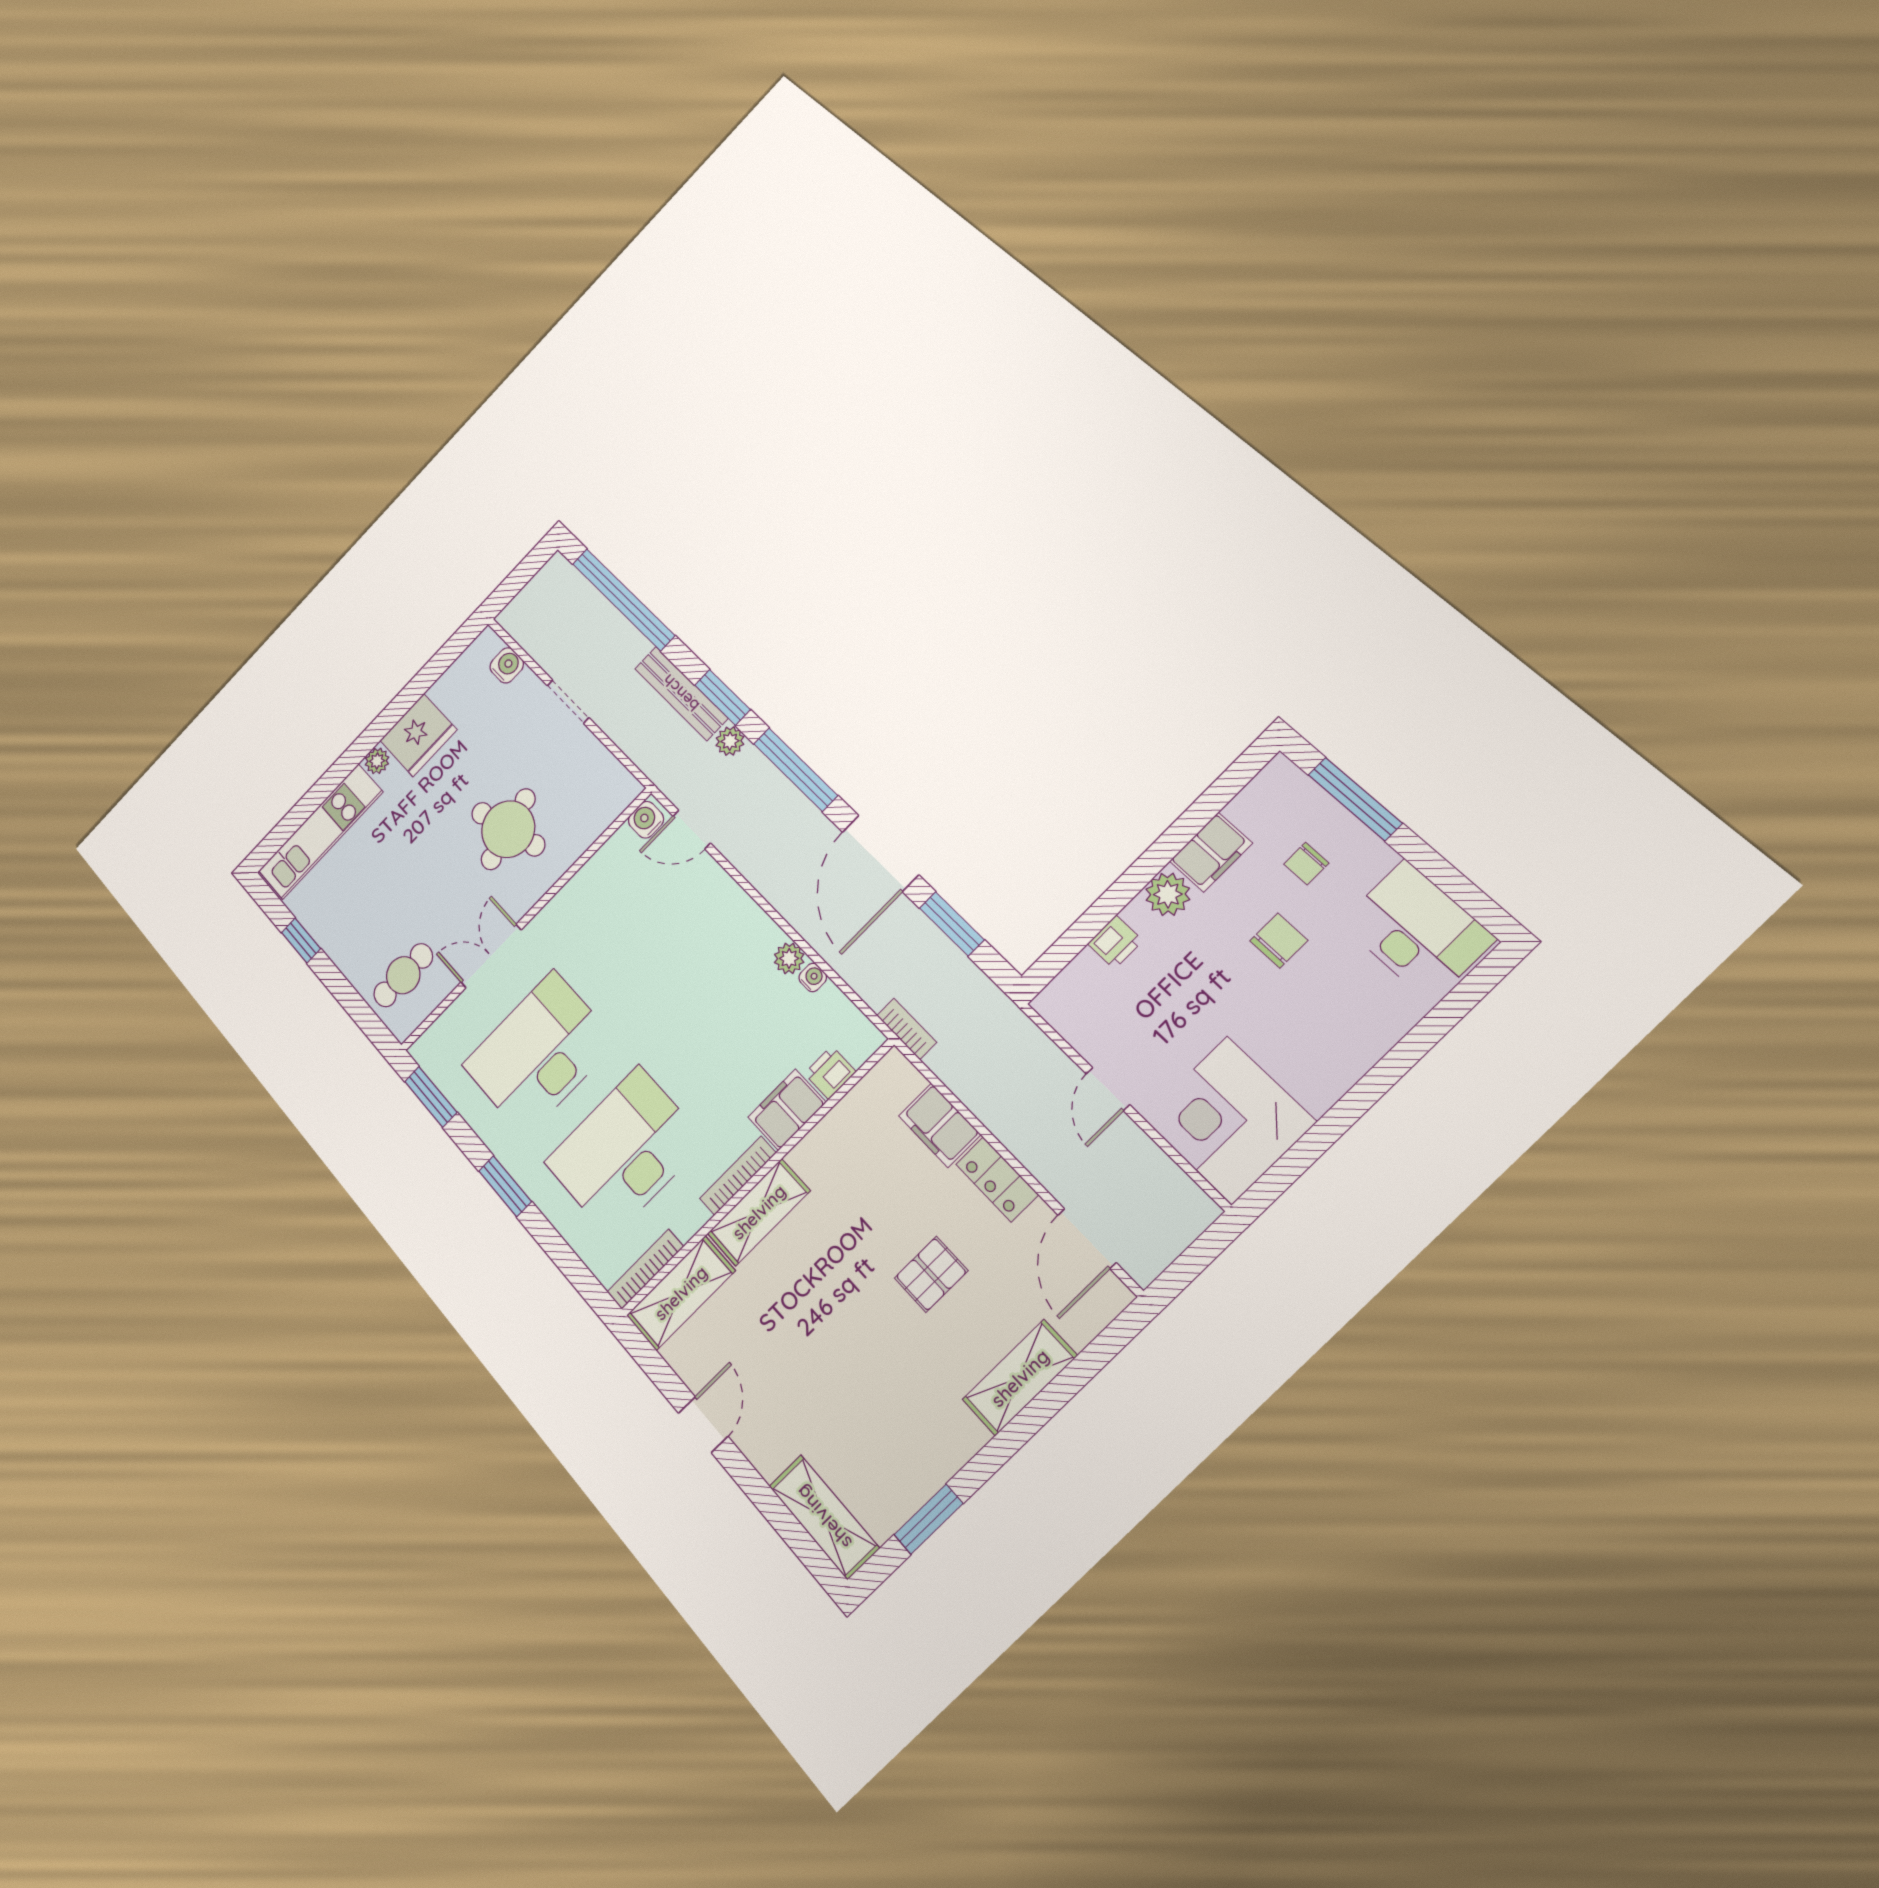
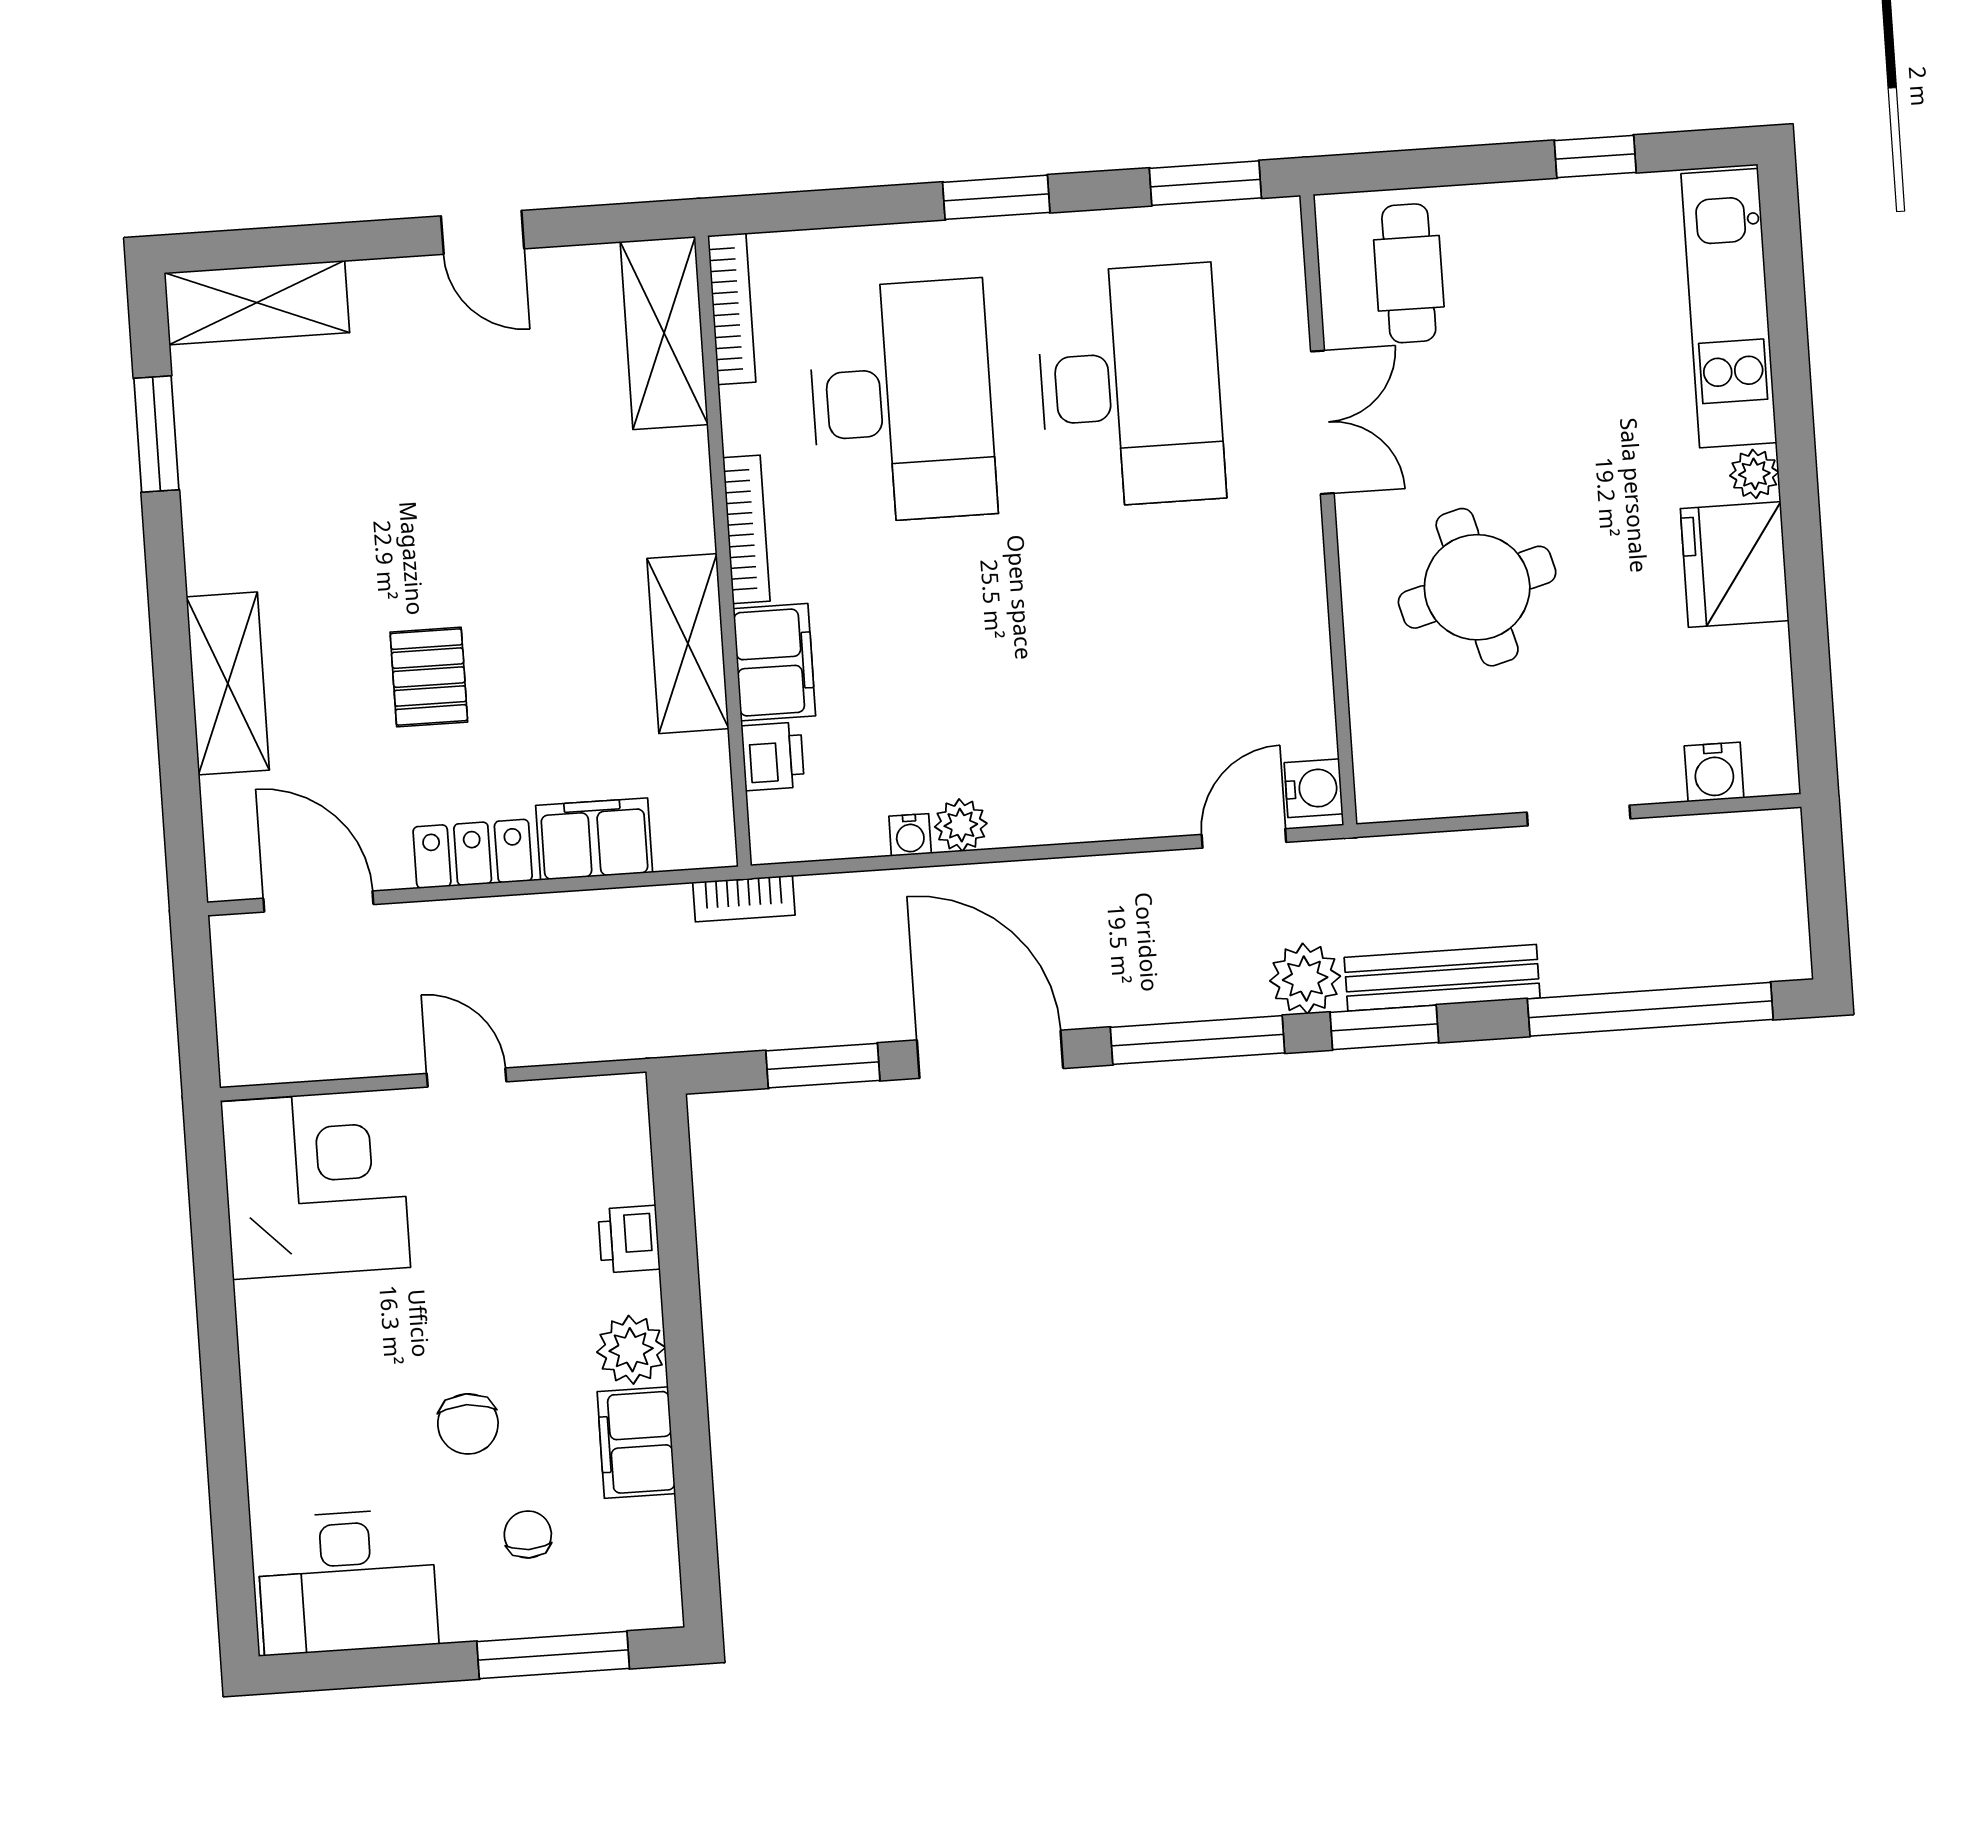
plant: (730, 741) -> (1305, 979), width x1.38, depth x1.38
shelving: (759, 1212) -> (688, 644), moved

